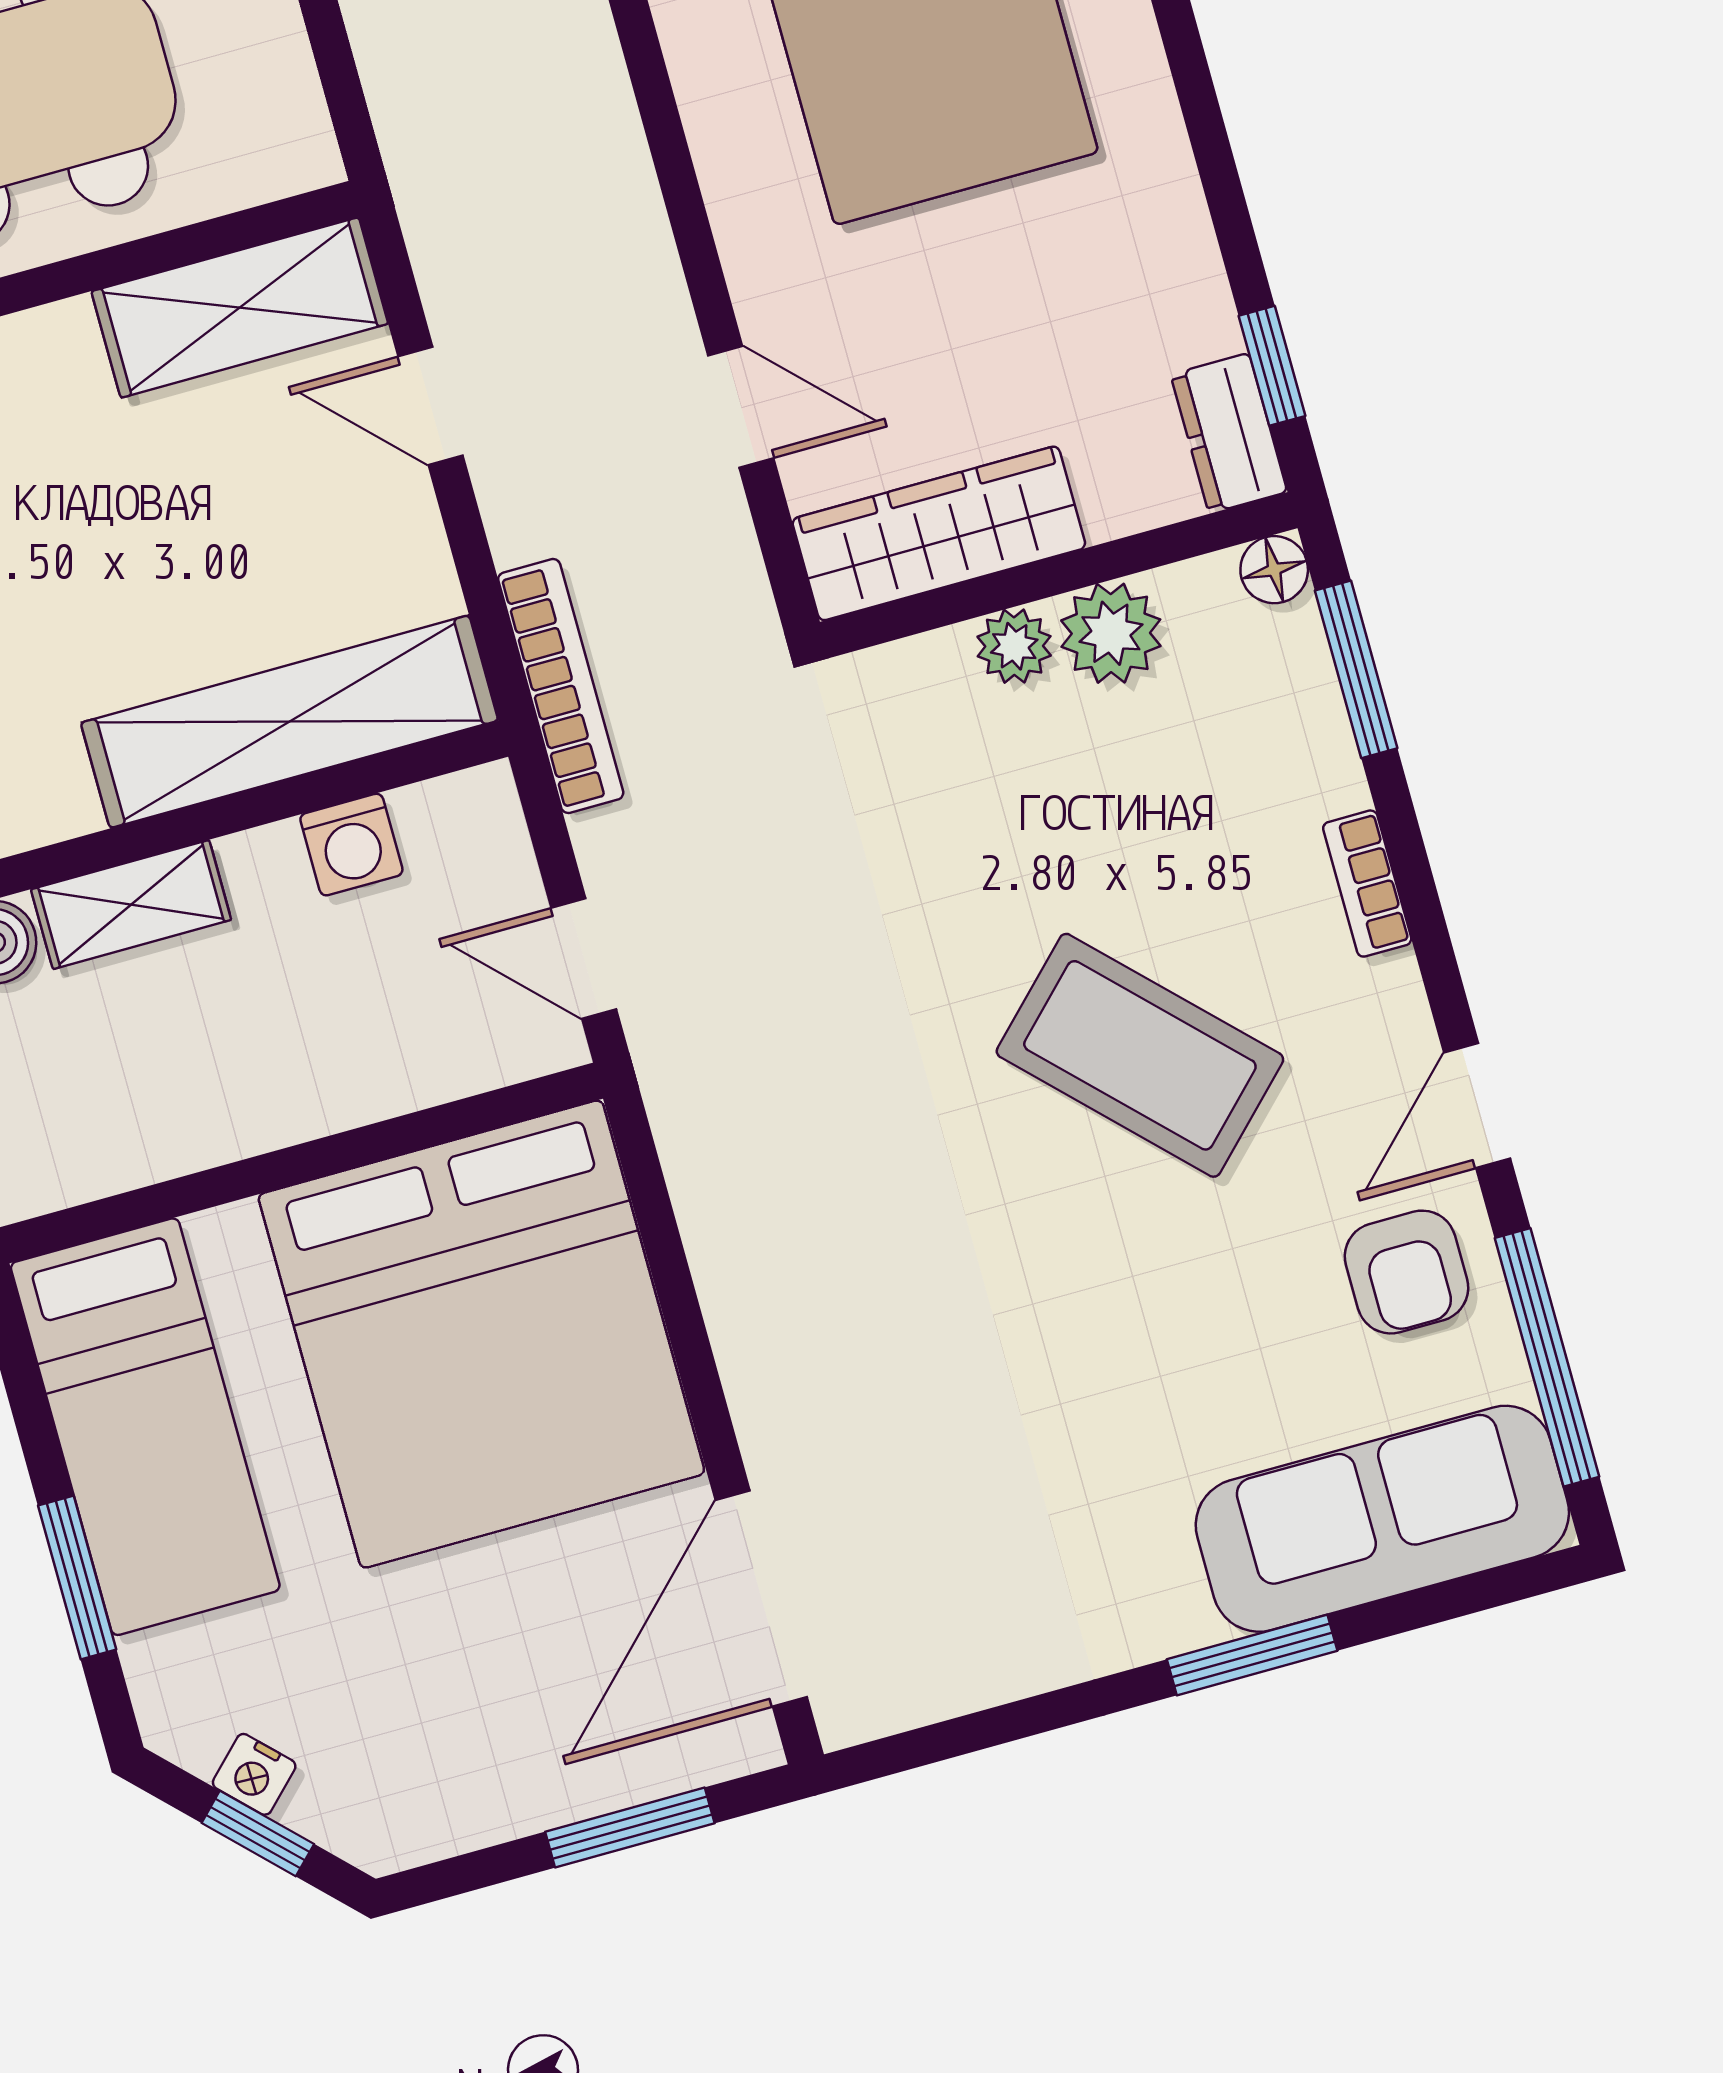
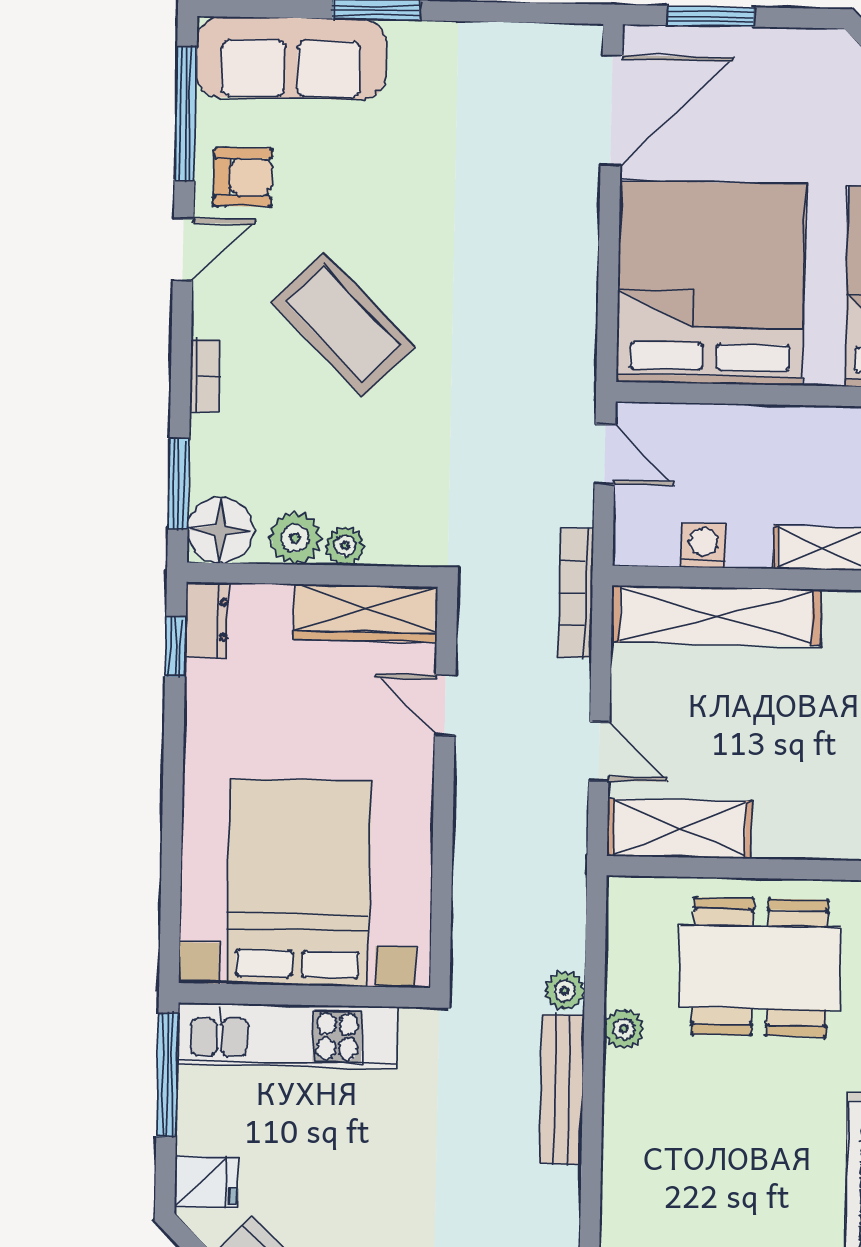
floor lamp: (1274, 570) -> (220, 530), width x1.89, depth x1.89
armchair: (1407, 1272) -> (243, 177), turned 90

